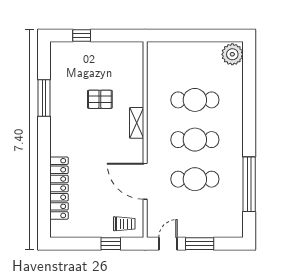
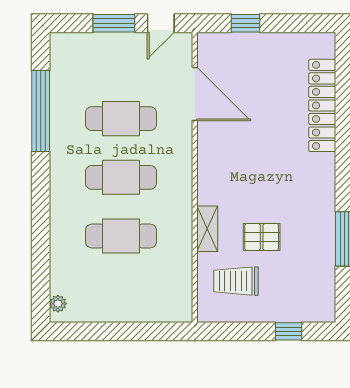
plant: (232, 54) -> (58, 304), width x0.53, depth x0.53
shelving: (137, 123) -> (207, 229), moved
door: (145, 181) -> (195, 94), moved
trolley: (124, 224) -> (236, 281), moved, width x1.36, depth x1.39

